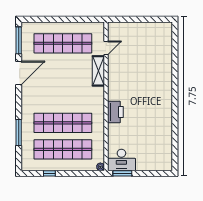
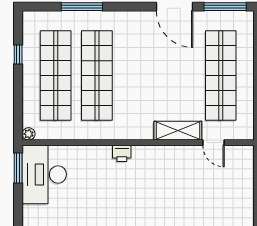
printer: (115, 112) -> (122, 153), width x0.53, depth x0.68
desk: (121, 160) -> (44, 174), width x1.36, depth x1.30

